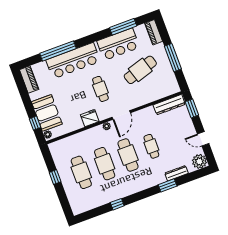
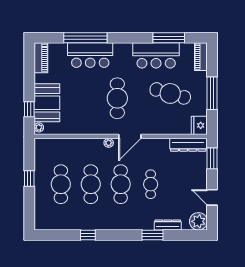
bar counter: (73, 61) -> (90, 55), width x0.73
cafe table: (140, 70) -> (170, 93), turned 33
cafe table: (100, 89) -> (117, 98), width x1.37, depth x1.35
fridge: (90, 118) -> (199, 125), moved, turned -90

